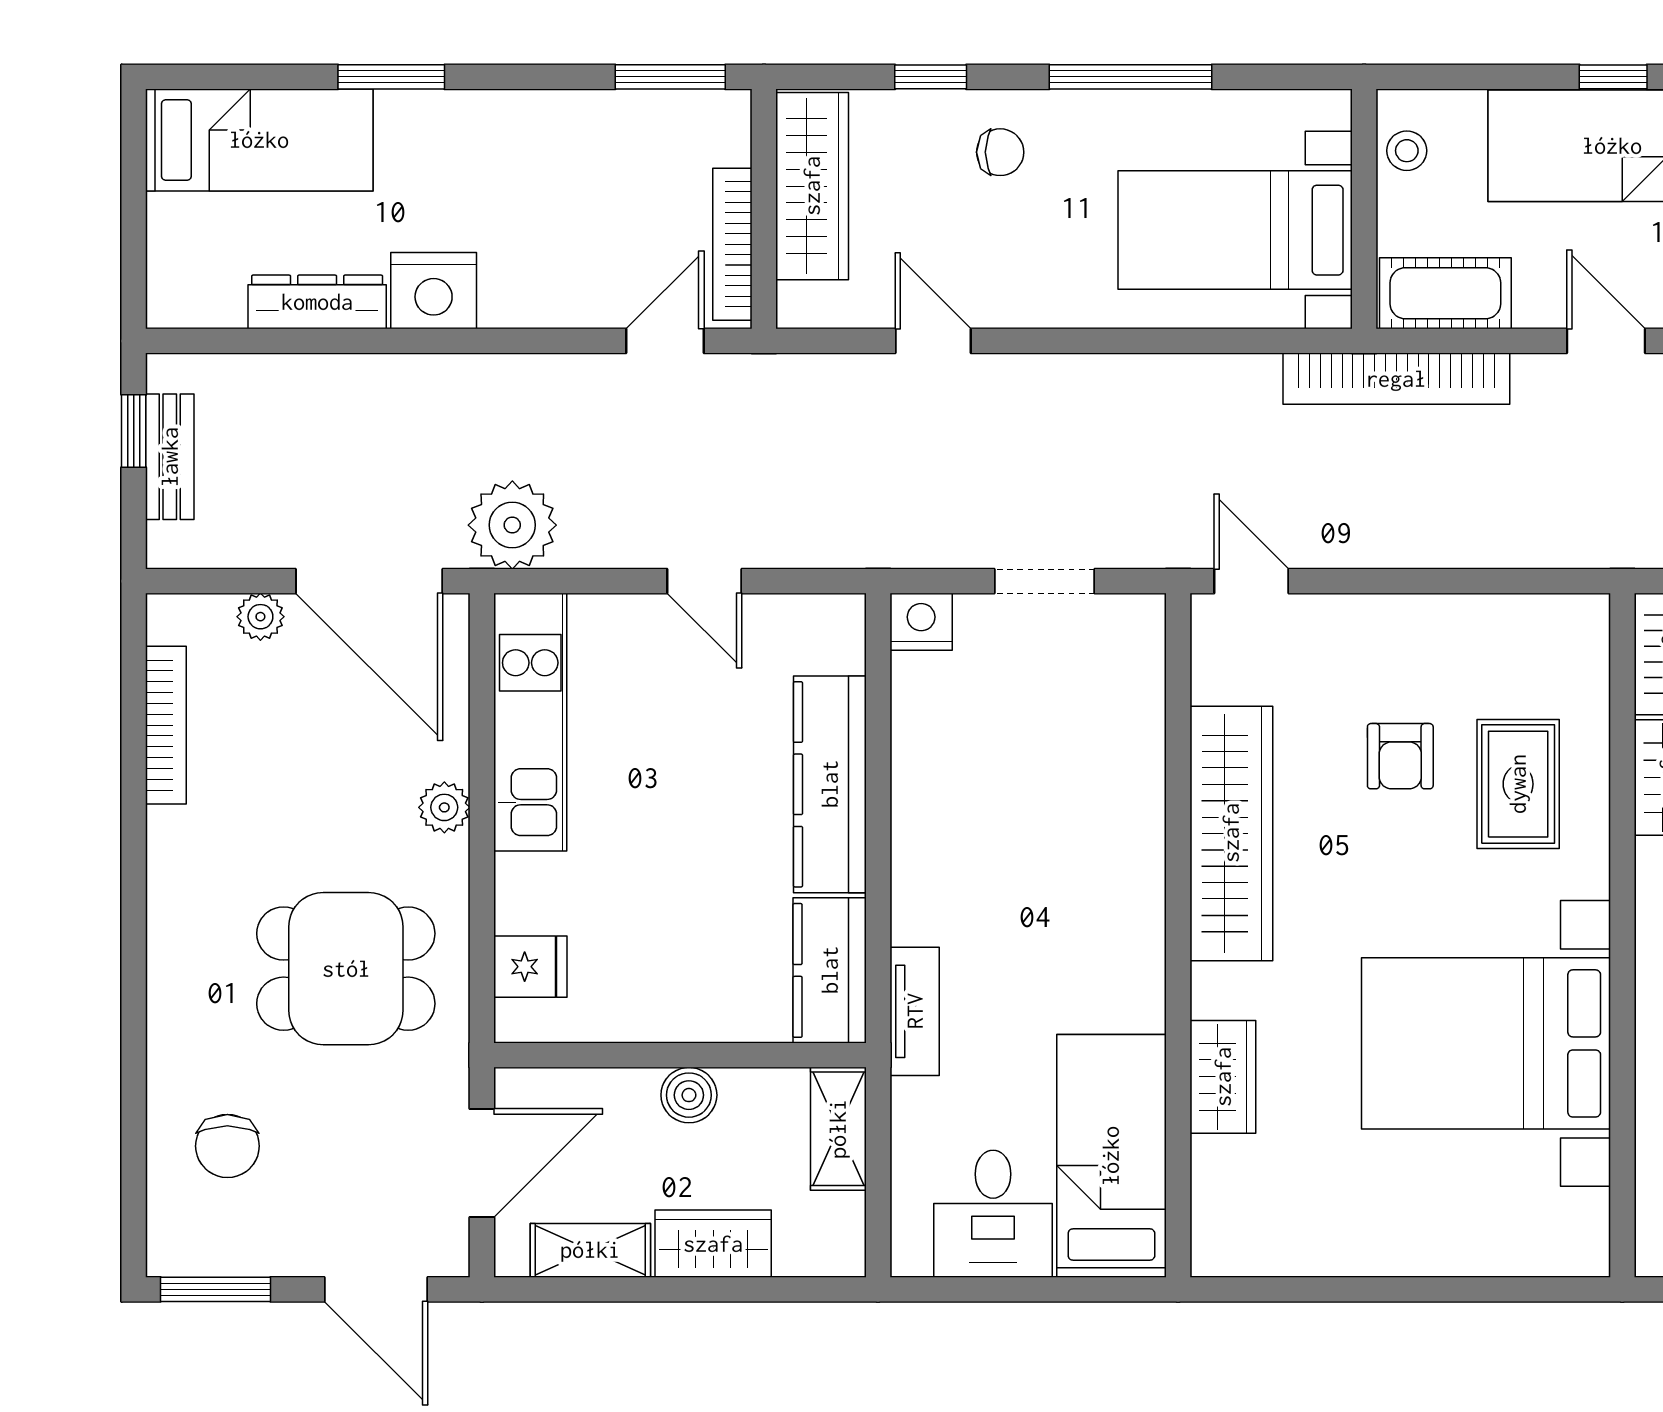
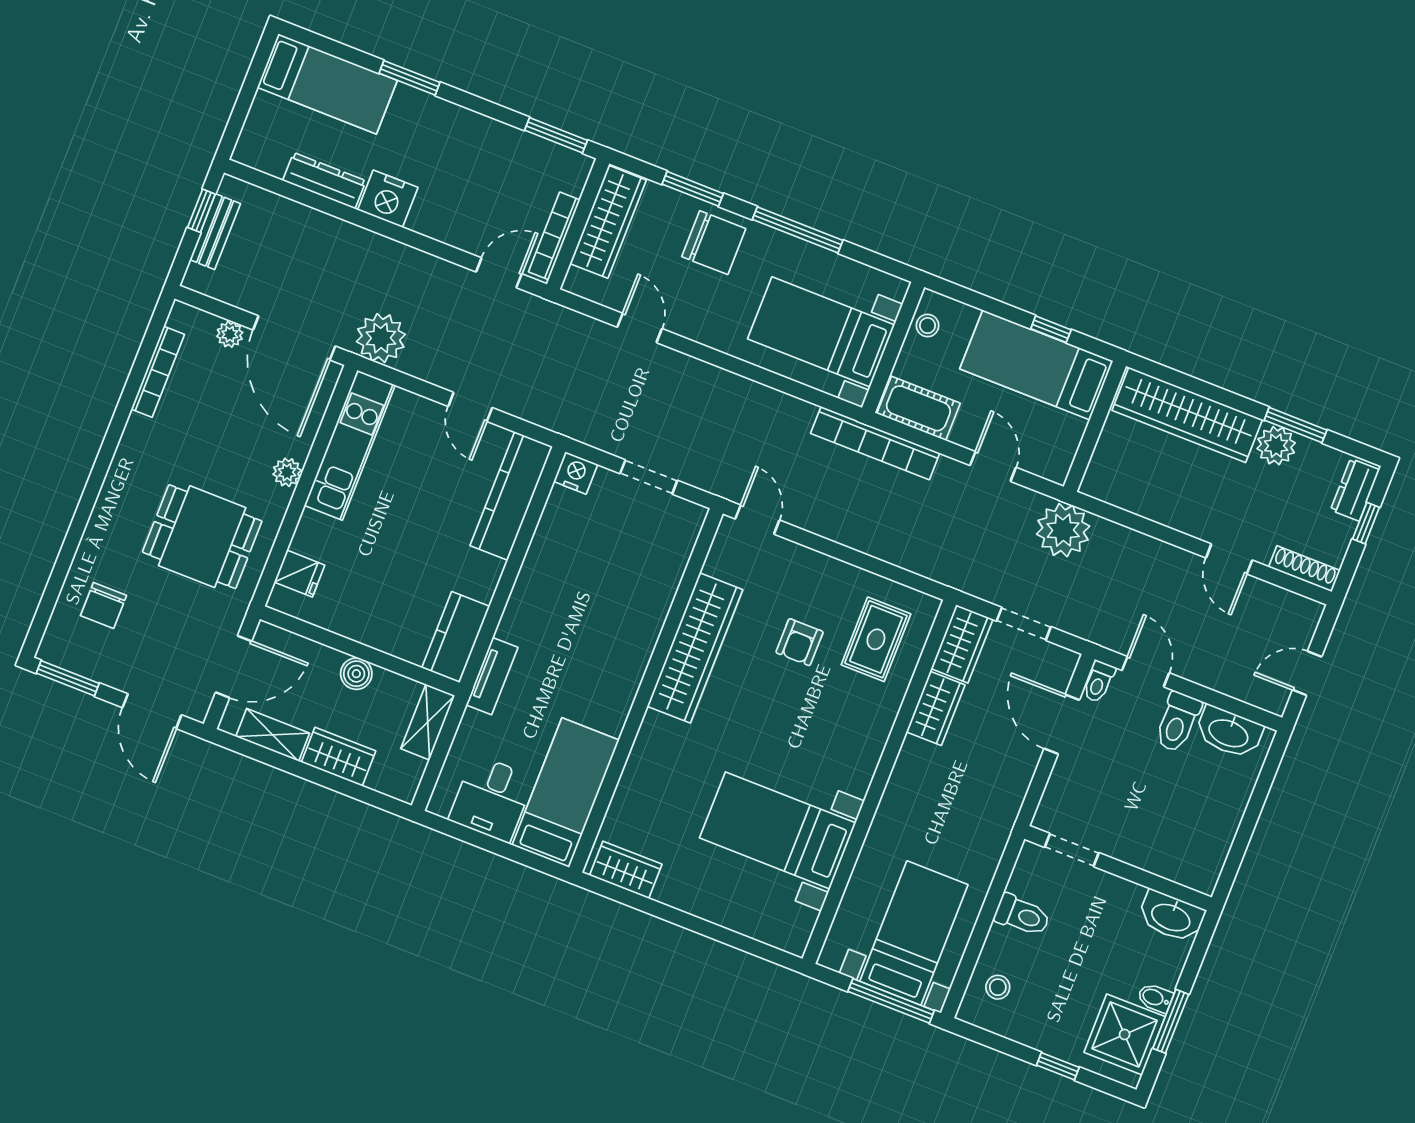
window: (931, 77) -> (693, 189), width x1.50
chair: (1000, 152) -> (714, 243), width x1.87, depth x1.87
kitchen counter: (830, 784) -> (511, 496), moved
rug: (1518, 784) -> (876, 639), moved
bed with nightstands: (1486, 1043) -> (778, 830), width x0.73
wardrobe: (1223, 1077) -> (626, 870), moved, turned -90

